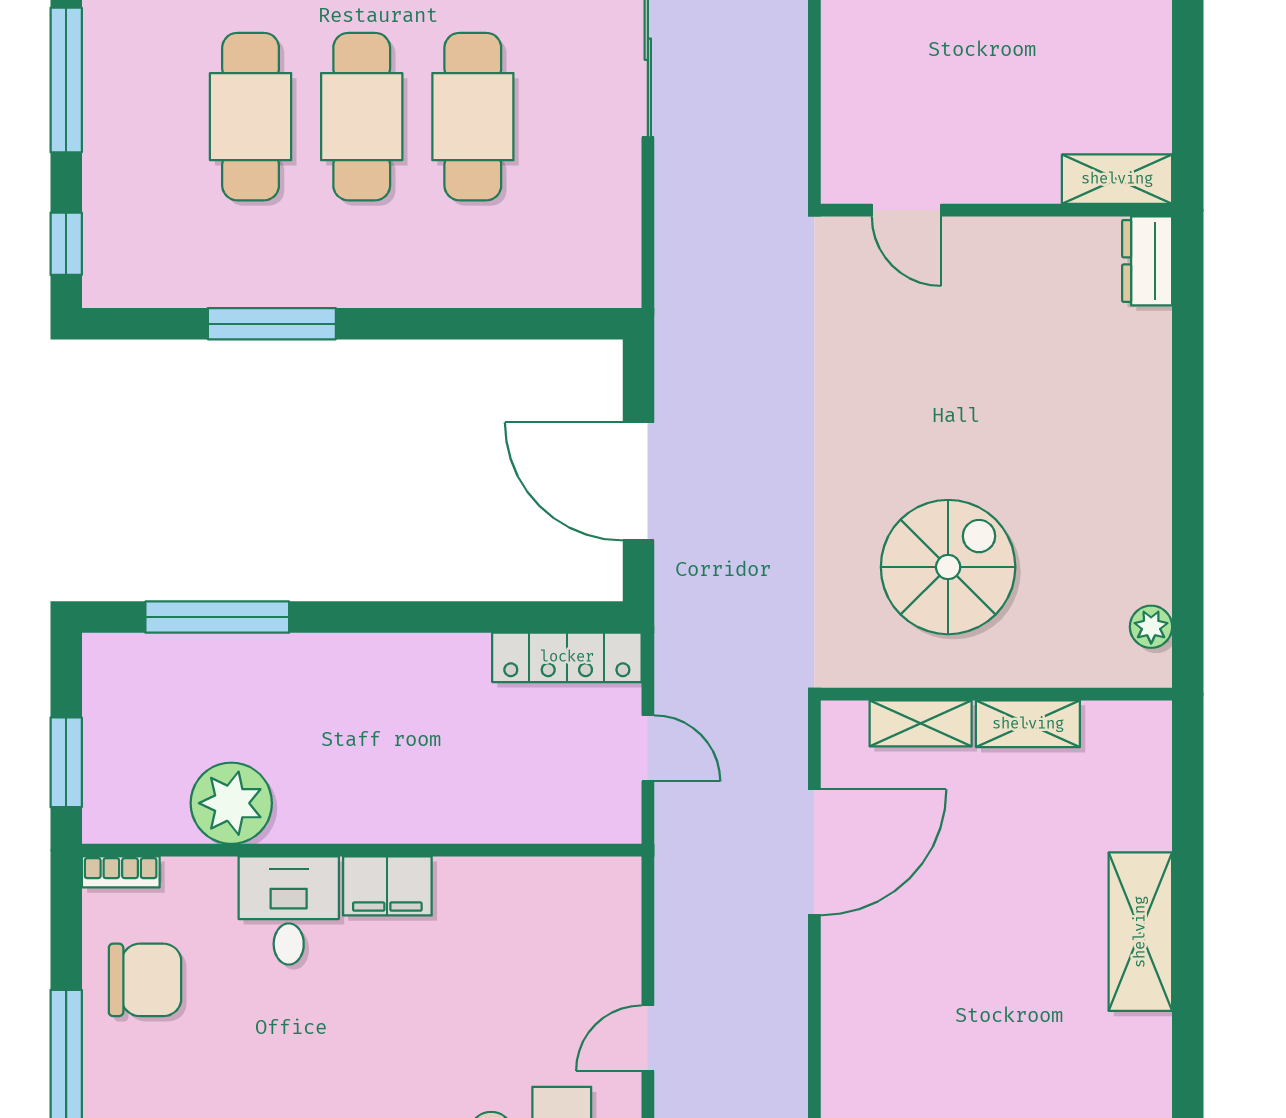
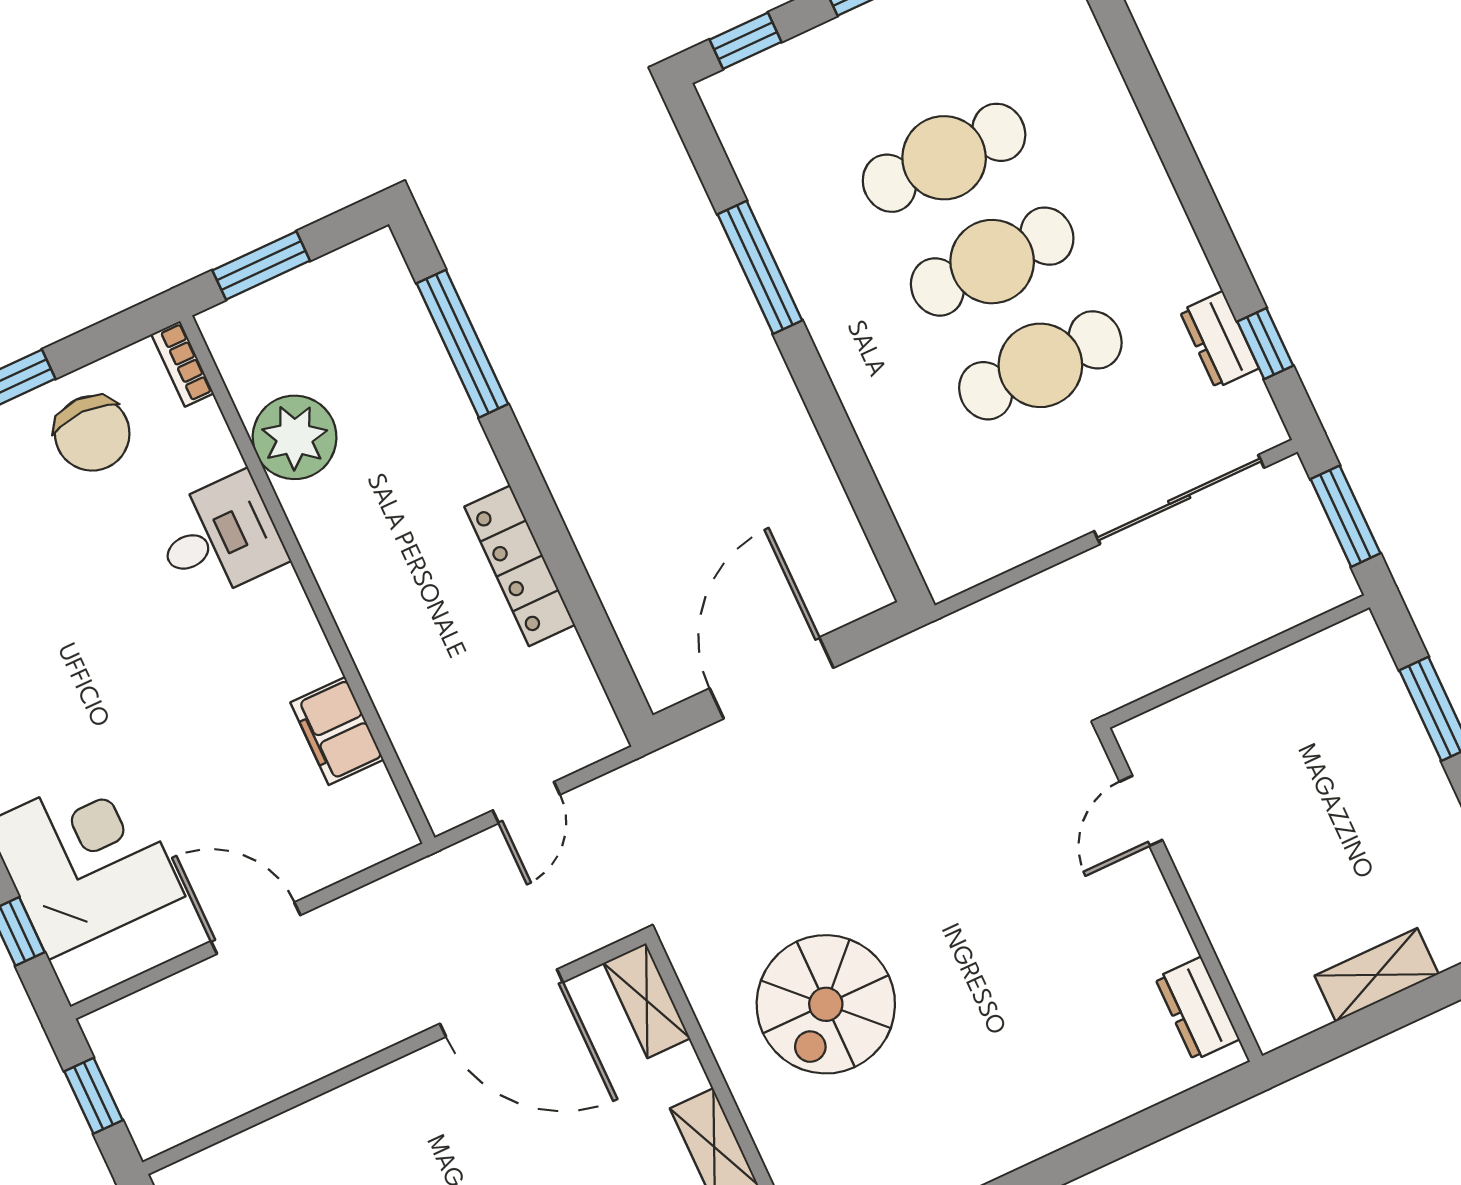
shelving: (1117, 179) -> (1377, 975), moved, turned 90
dresser: (1147, 261) -> (1197, 1009), moved, turned -90
spiral stairs: (948, 567) -> (826, 1004), turned 90
locker: (567, 657) -> (520, 566), moved
shelving: (921, 723) -> (647, 1001), moved
filing cabinet: (387, 886) -> (337, 731), moved
door: (648, 1038) -> (256, 928), width x1.38

